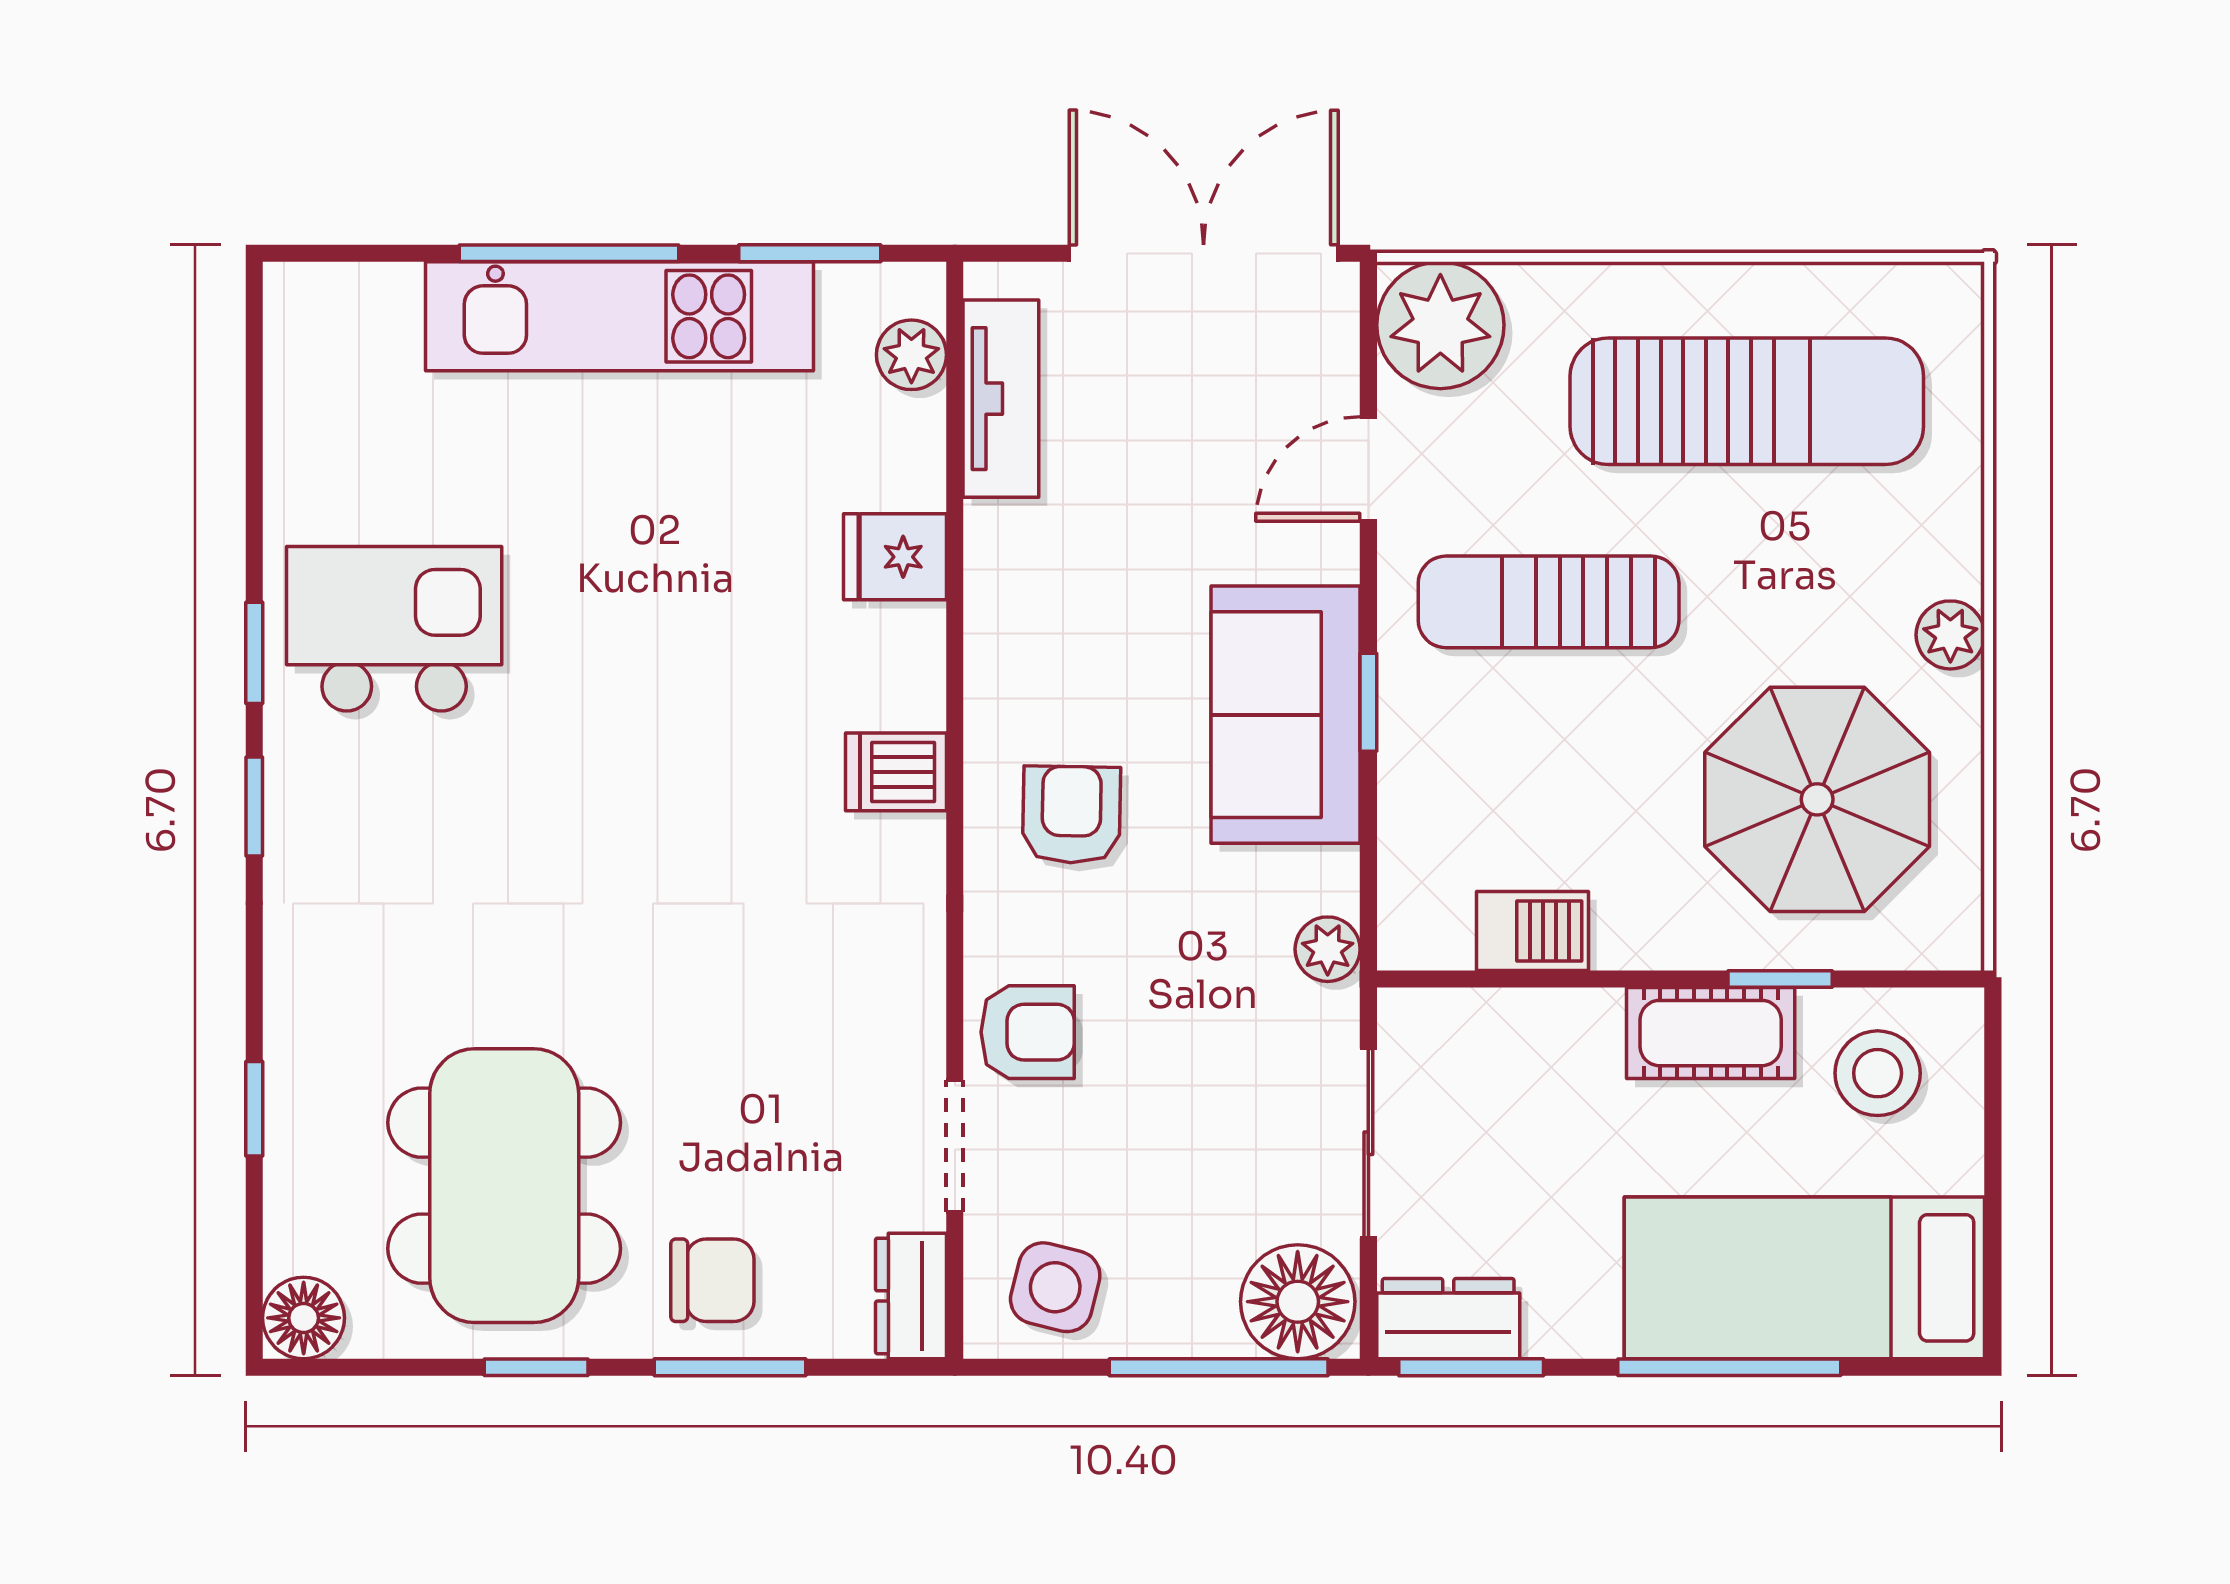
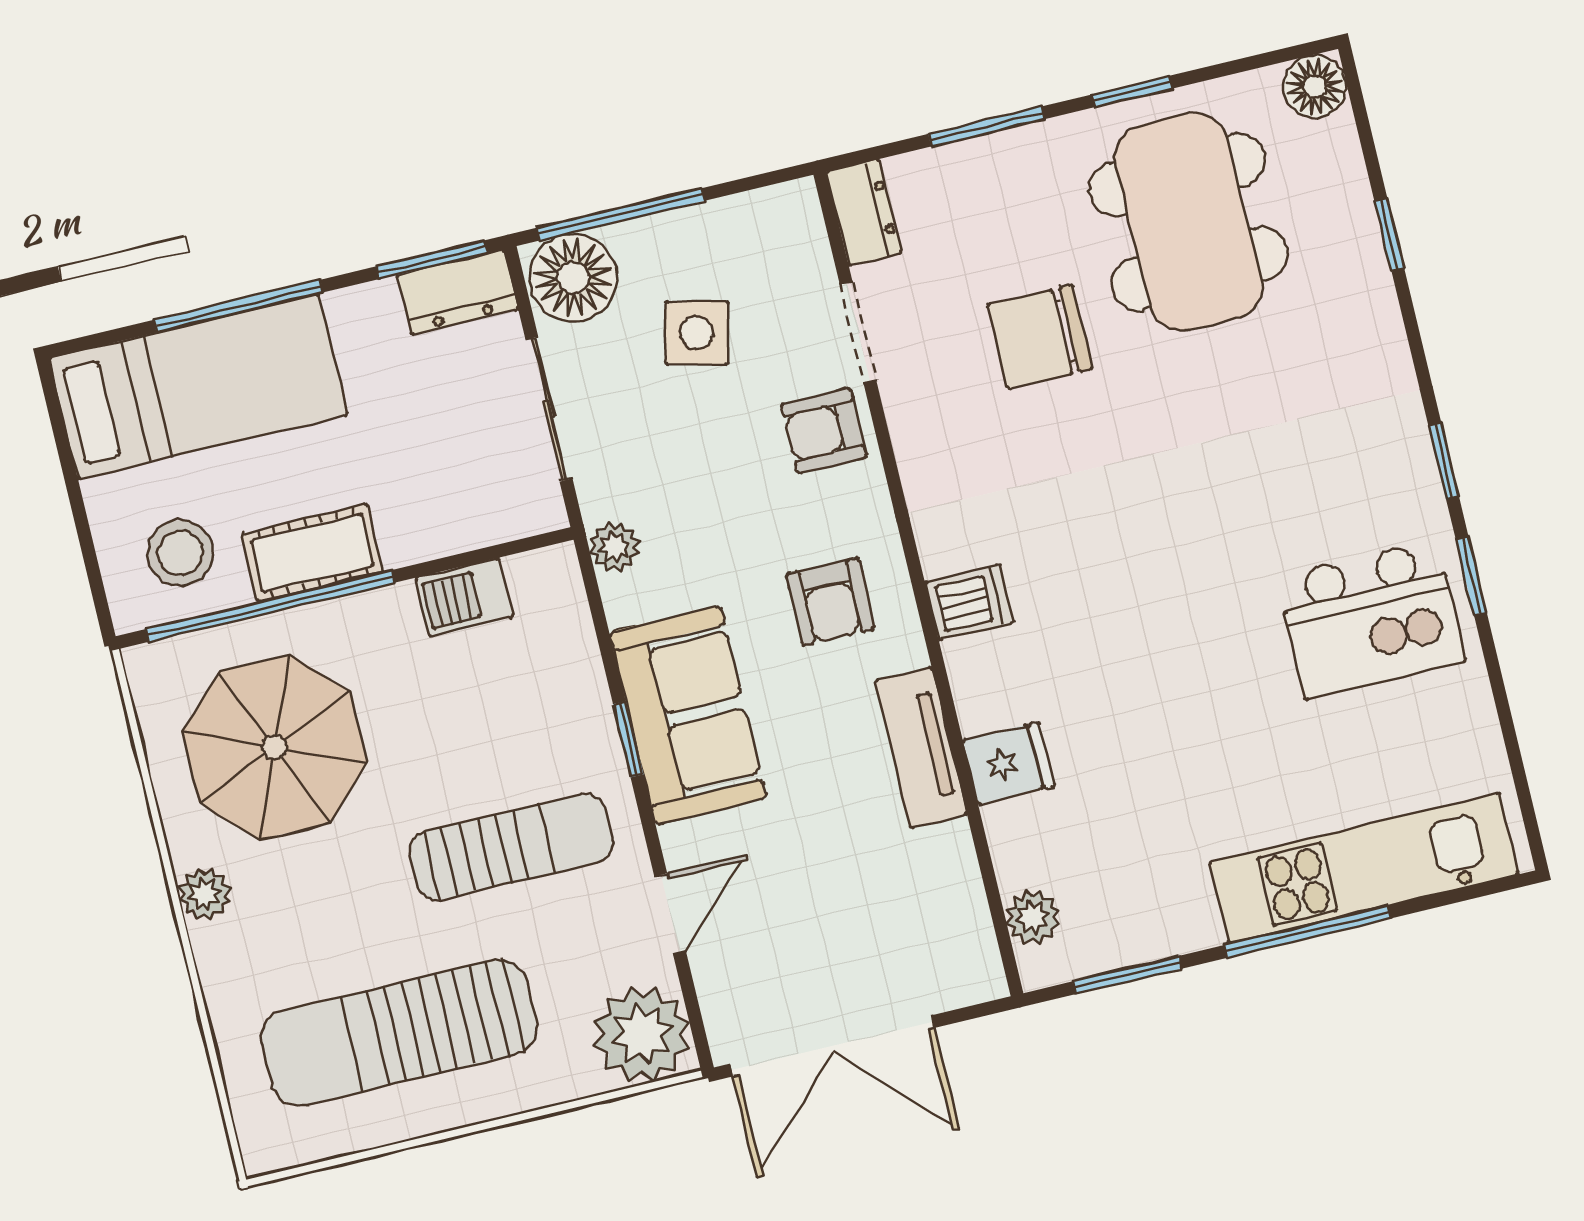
kitchen unit: (620, 316) -> (1364, 868), moved
tv unit: (1001, 399) -> (921, 748), moved
window: (1780, 979) -> (270, 606), width x3.17
chair: (712, 1280) -> (1040, 337), moved, width x1.37, depth x1.37
side table: (1055, 1287) -> (697, 333), moved

